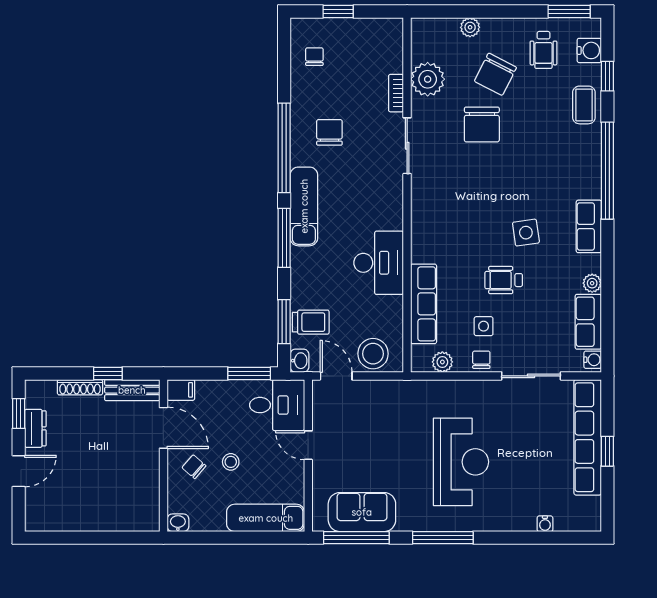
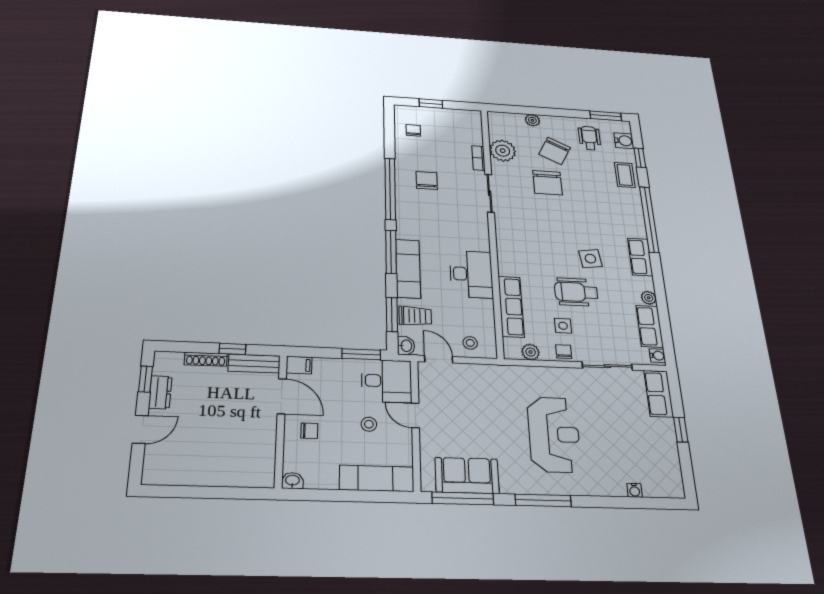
wheelchair: (543, 50) -> (589, 138), turned 180
exam couch: (304, 206) -> (408, 269), moved
wheelchair: (504, 280) -> (576, 292), width x1.36, depth x1.37
stool: (373, 354) -> (470, 343), width x0.53, depth x0.53
row of seats: (588, 437) -> (659, 394), width x0.50
stool: (231, 462) -> (369, 424), moved
chair: (194, 467) -> (309, 431), turned 139

